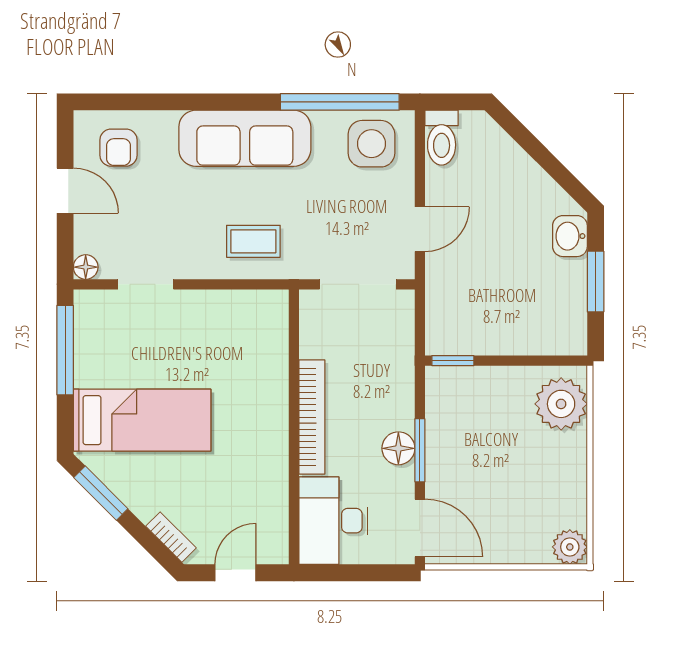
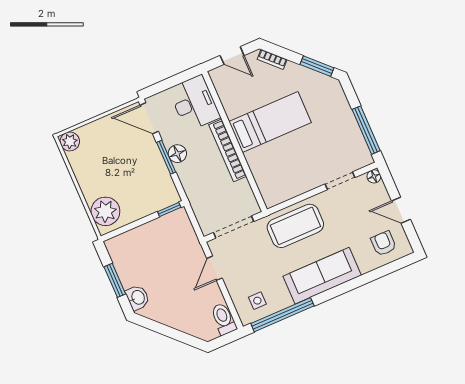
side table: (371, 144) -> (257, 301), width x0.54, depth x0.54
coffee table: (253, 241) -> (295, 226), width x1.86, depth x1.72
bed: (142, 420) -> (270, 122), moved, turned 180
door: (235, 573) -> (232, 56), hinge flipped

